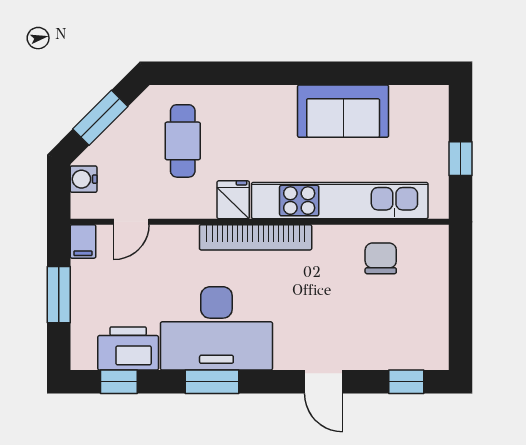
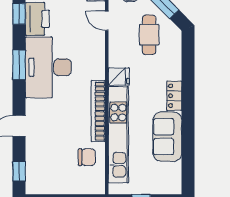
locker: (268, 98) -> (174, 96), added
cafe table: (183, 141) -> (149, 35), moved, turned 90
bookcase: (256, 237) -> (98, 111), moved

